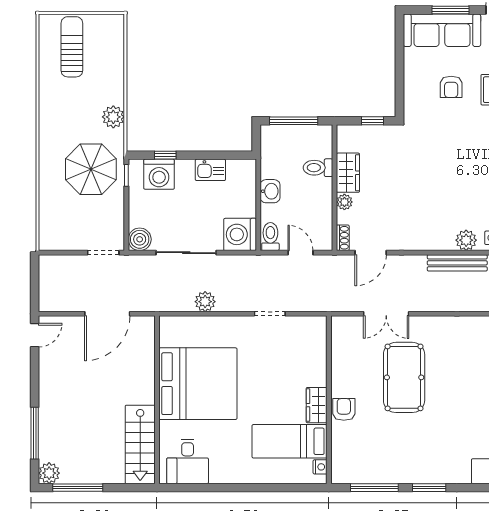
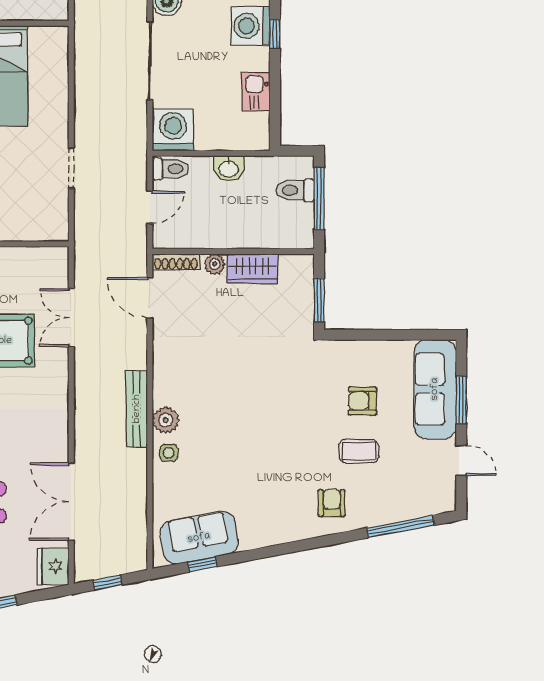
window: (373, 121) -> (319, 300), width x1.50
toilet: (318, 168) -> (295, 190), moved, turned -90
shoe rack: (343, 238) -> (176, 262), width x1.43
plant: (205, 302) -> (87, 85), removed

